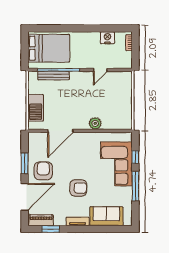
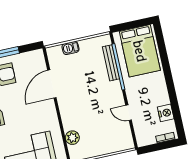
barbecue: (36, 108) -> (71, 48), width x0.53, depth x0.65
plant: (95, 123) -> (72, 138), moved
door: (60, 131) -> (52, 84), hinge flipped

